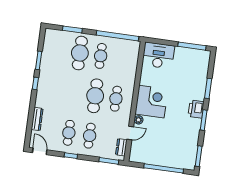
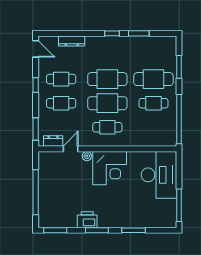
desk: (158, 56) -> (159, 175), width x1.36, depth x1.30
cafe table: (74, 93) -> (107, 79), added
printer: (196, 109) -> (87, 220), moved
door: (130, 133) -> (71, 149), swing flipped
door: (40, 151) -> (36, 49), hinge flipped

